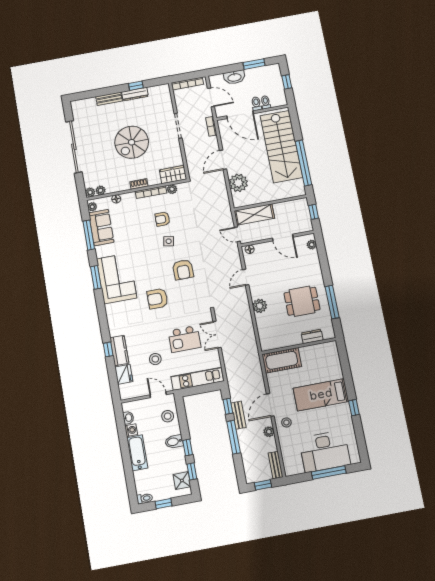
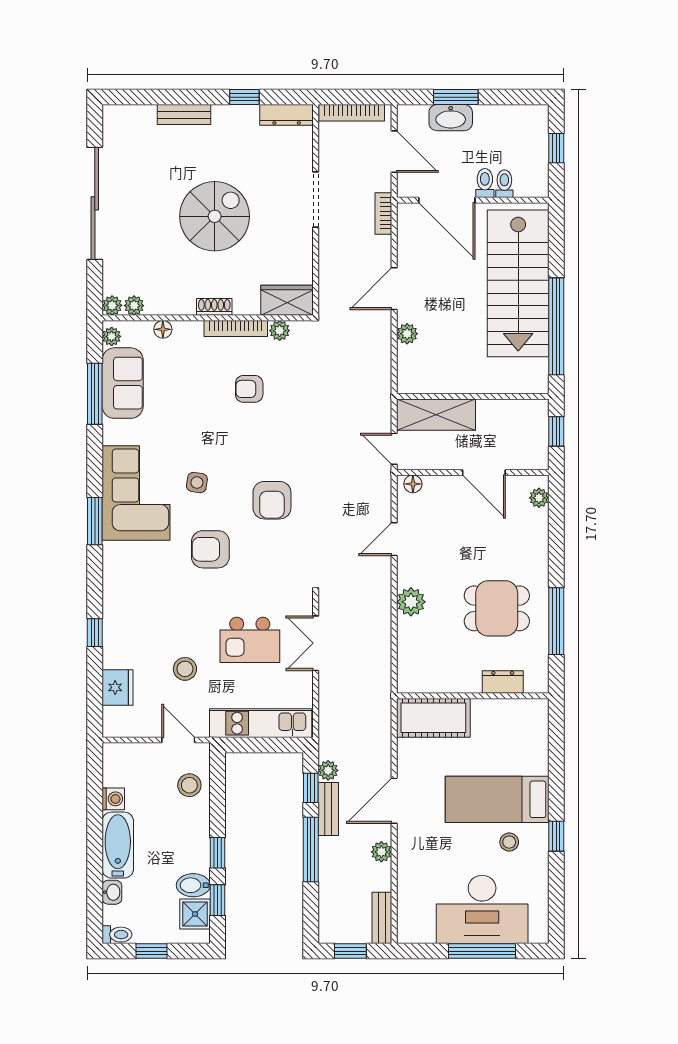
window: (254, 64) -> (456, 97), moved
dresser: (135, 94) -> (287, 115), moved
spiral stairs: (132, 142) -> (215, 216), turned 180
plant: (238, 183) -> (407, 334), width x0.53, depth x0.53
side table: (169, 241) -> (197, 483), moved
window: (96, 277) -> (95, 521), moved
kitchen counter: (119, 350) -> (117, 639), removed
plant: (235, 396) -> (328, 770), added
washbasin: (128, 418) -> (112, 892), moved
stool: (286, 422) -> (509, 842), moved
bidet: (174, 442) -> (193, 885), moved

